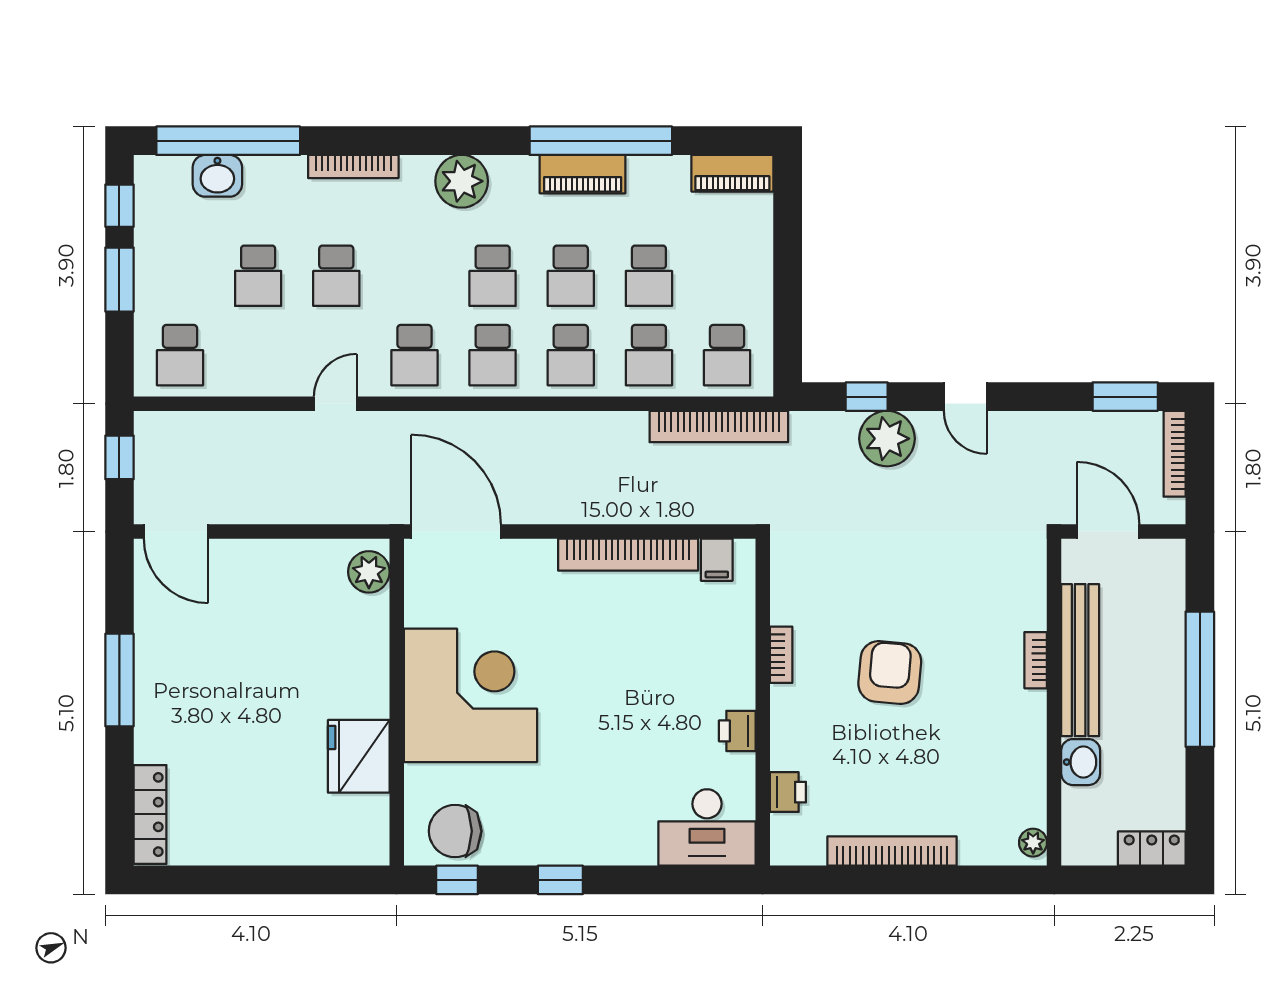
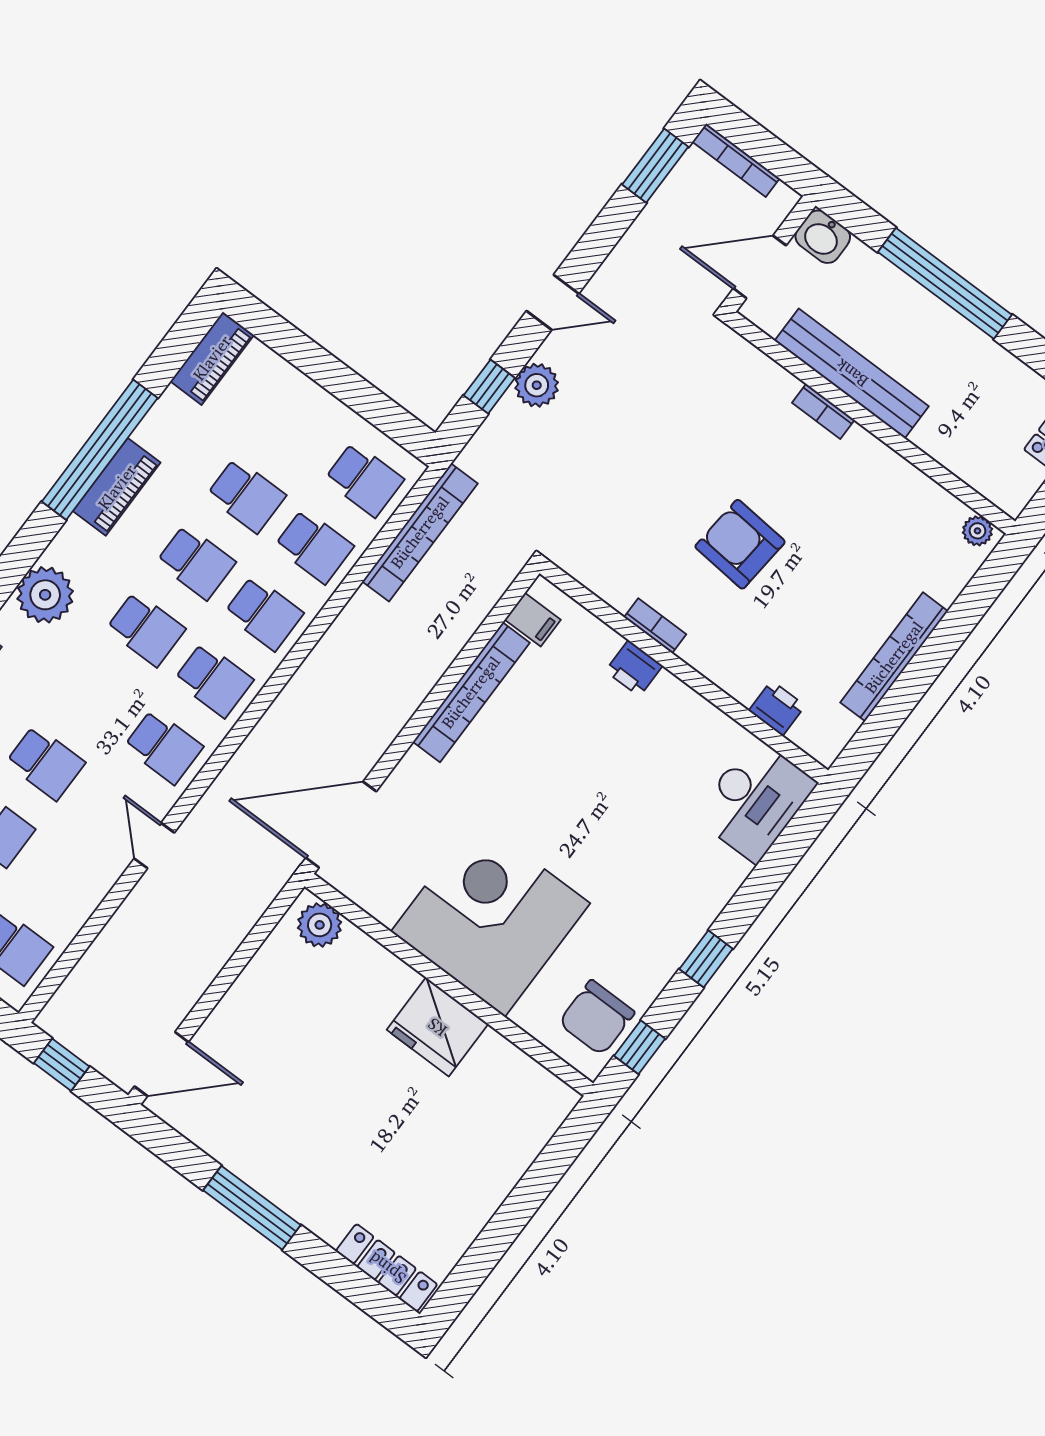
plant: (887, 439) -> (537, 385), width x0.73, depth x0.73
printer: (737, 731) -> (634, 668), moved
fridge: (359, 756) -> (437, 1027), moved
washbasin: (1081, 762) -> (823, 237), moved, turned 180

